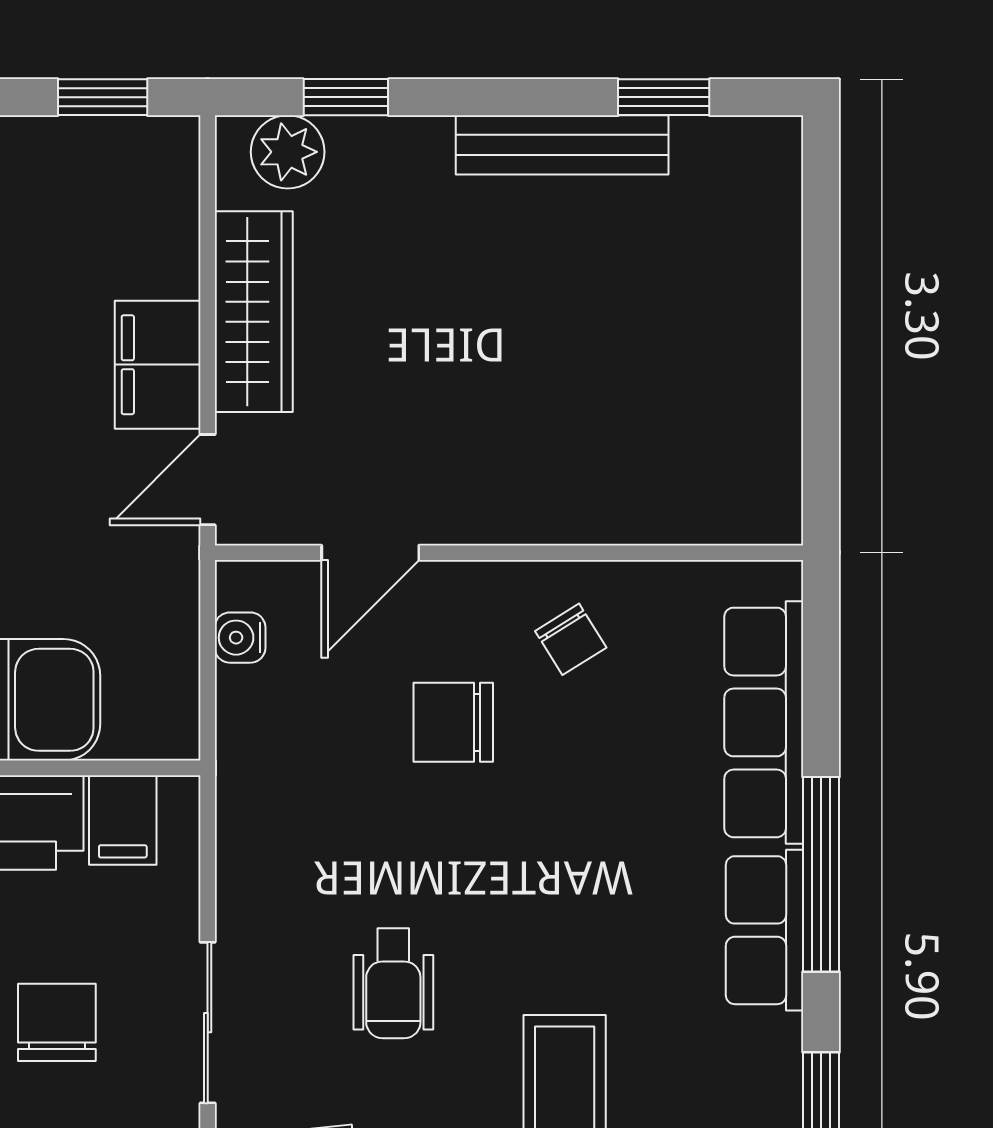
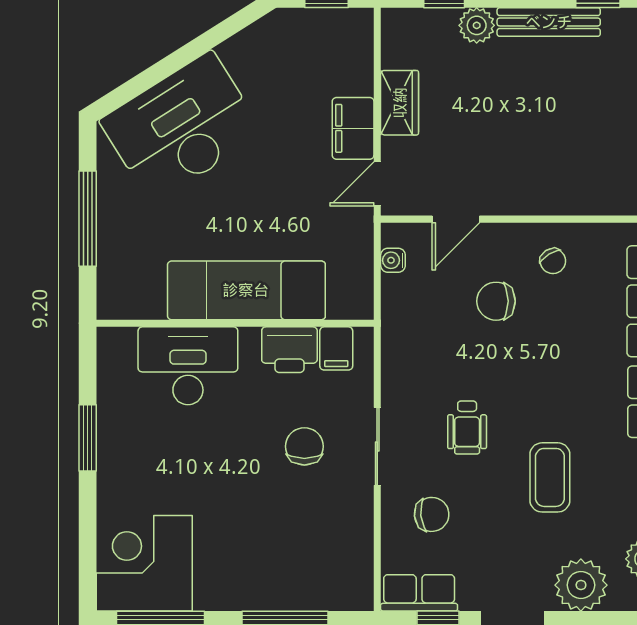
plant: (288, 152) -> (477, 25), moved
wardrobe: (254, 312) -> (400, 103), width x0.67

